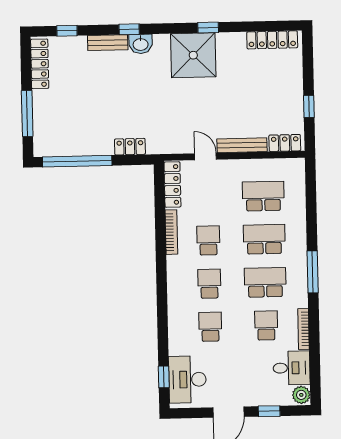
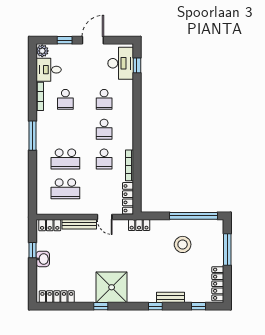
washbasin: (141, 44) -> (43, 259), moved, turned 90
stool: (92, 119) -> (183, 244), added
locker: (130, 147) -> (139, 225), moved
school desk: (265, 282) -> (65, 129), removed

